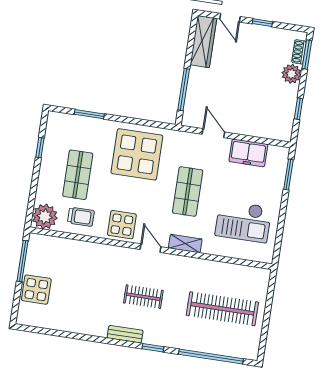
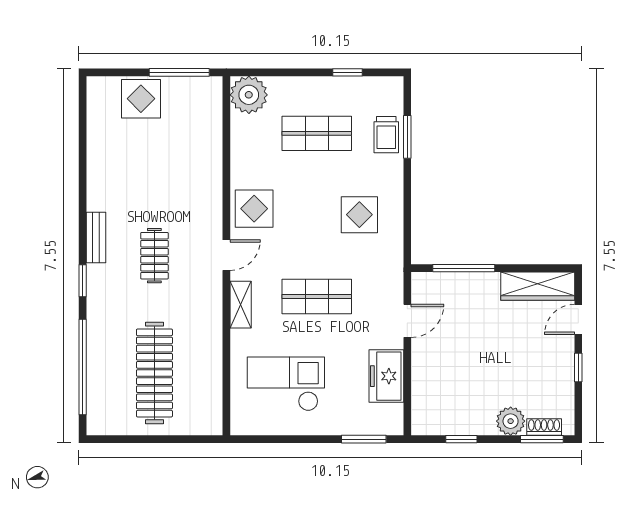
display table: (137, 154) -> (359, 215), width x0.54, depth x0.54
trolley: (81, 217) -> (386, 135), moved
checkout: (243, 221) -> (286, 384), turned 90

